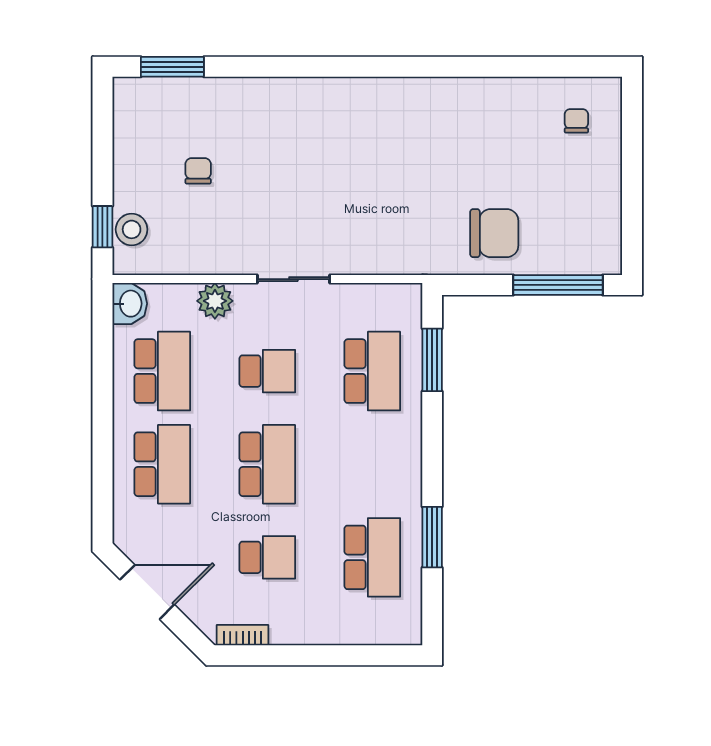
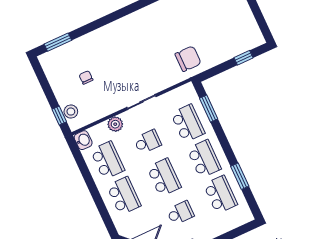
chair: (494, 233) -> (188, 59), moved
window: (558, 285) -> (244, 58), width x0.46
school desk: (372, 464) -> (204, 159), added

